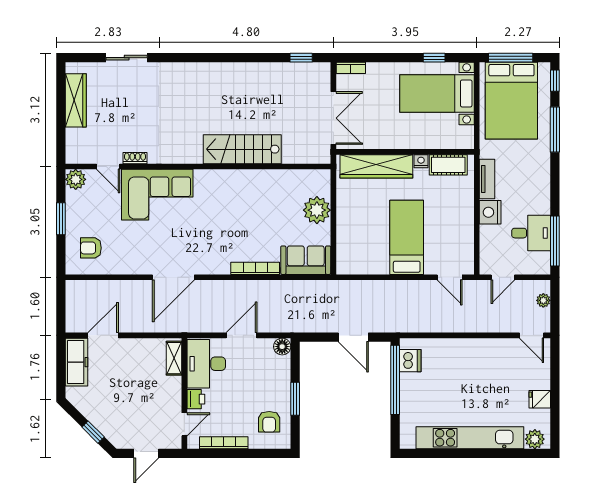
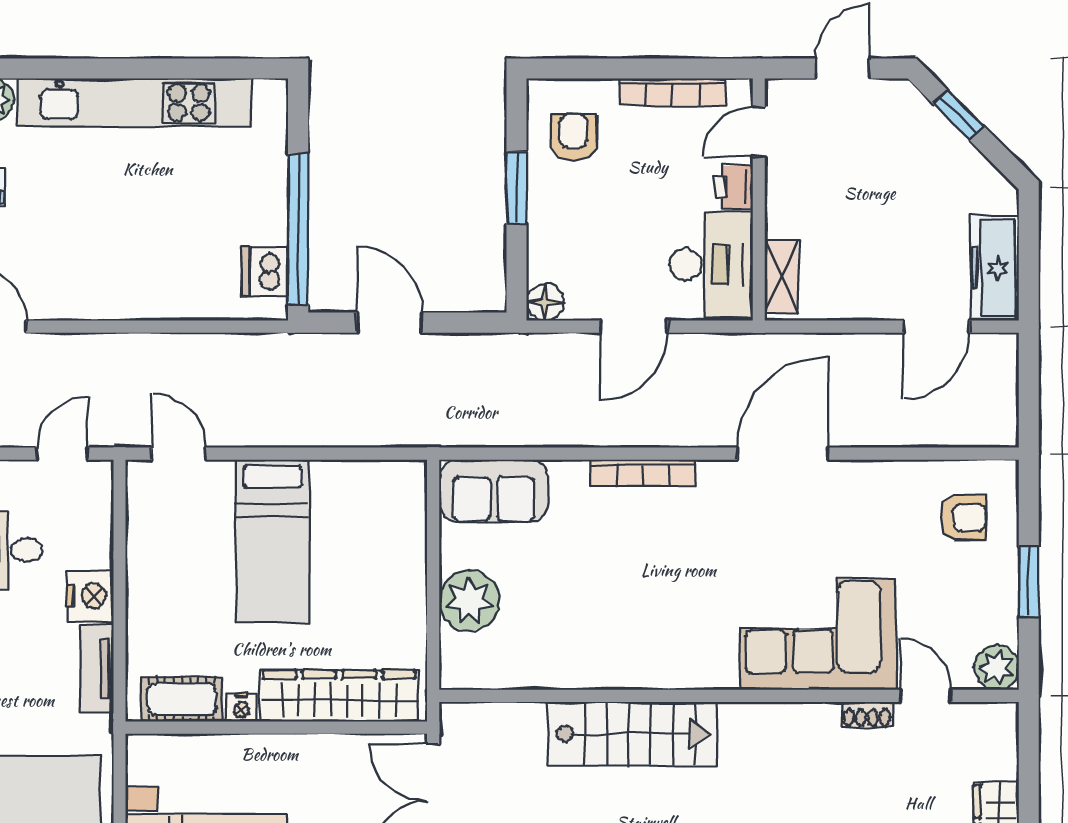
bookcase: (255, 268) -> (643, 473), moved

